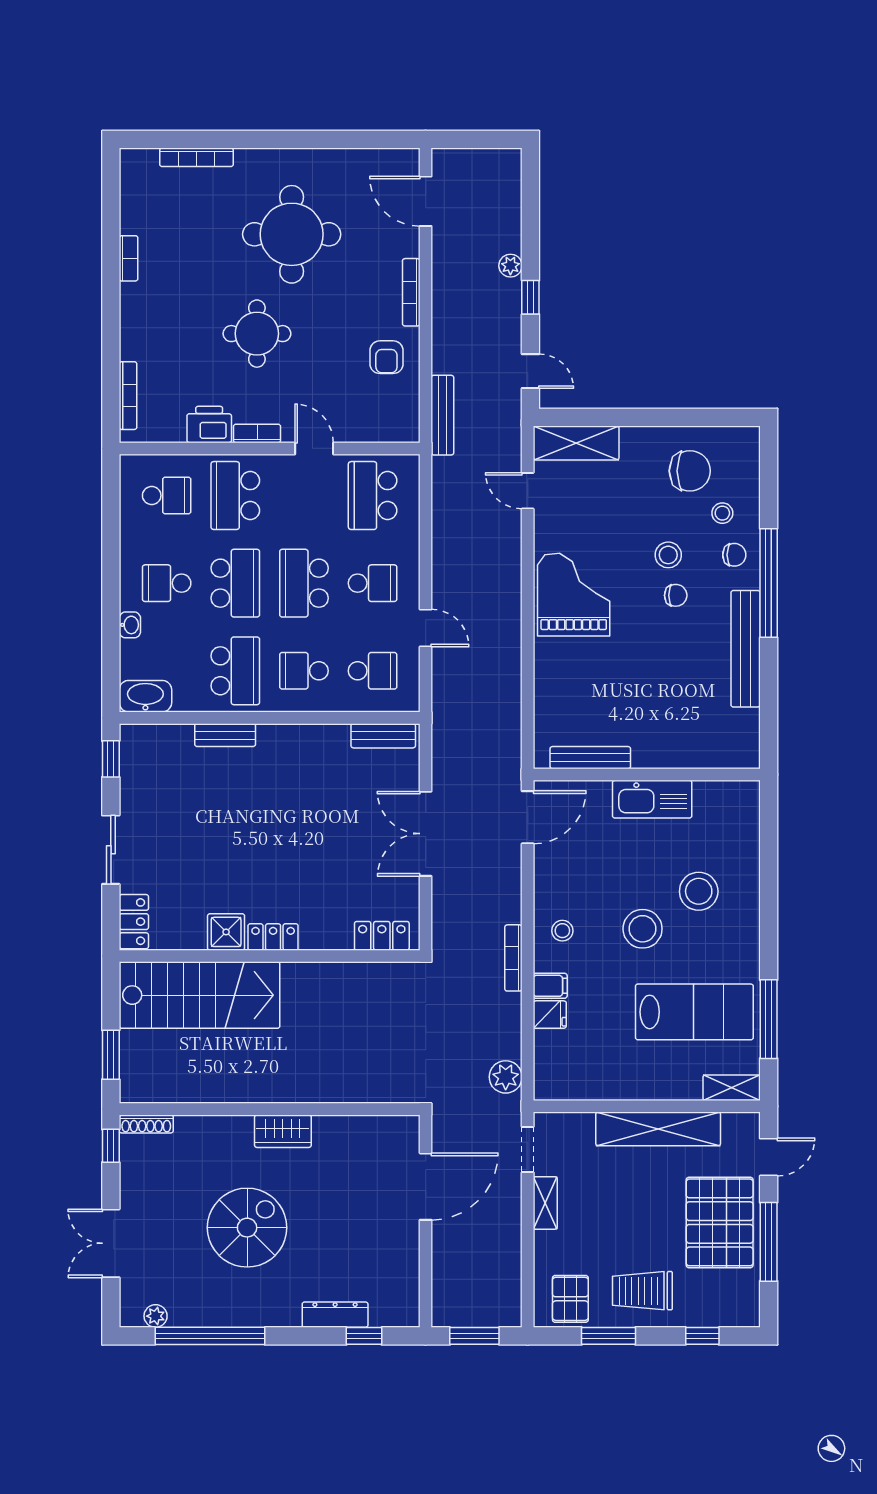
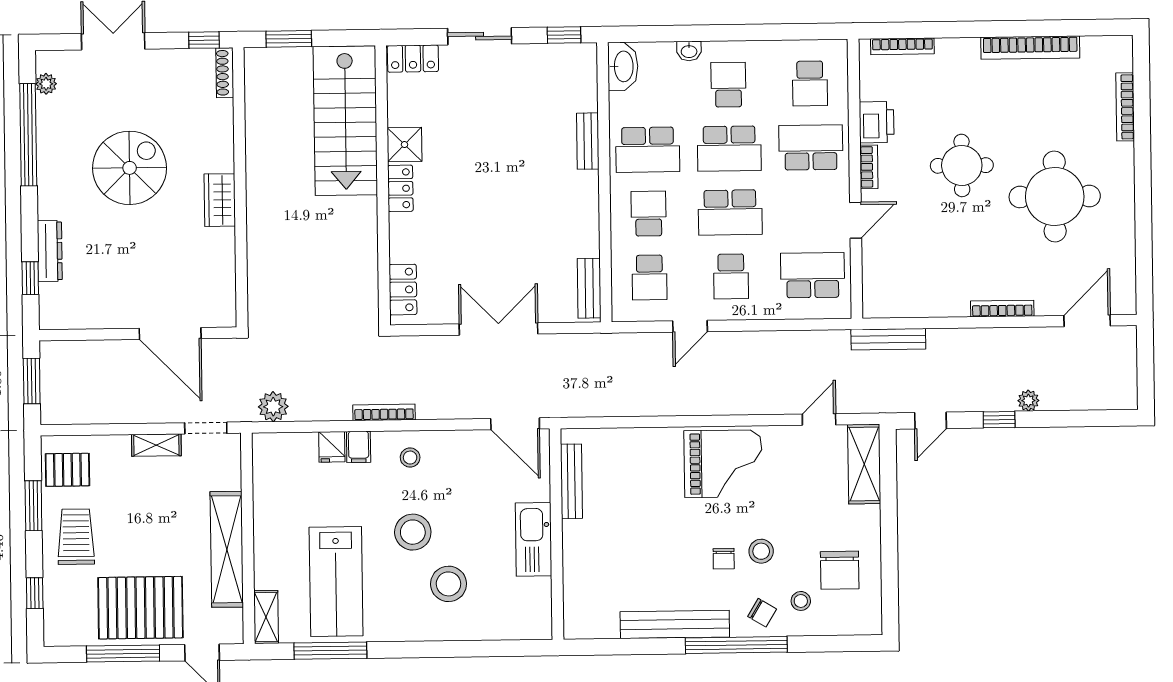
bookcase: (128, 258) -> (1030, 48), width x2.31, depth x1.31
armchair: (386, 357) -> (942, 286), removed
chair: (734, 555) -> (762, 613), turned -59
school desk: (304, 583) -> (730, 212), turned 180
spiral stairs: (247, 1228) -> (130, 168), turned -90

